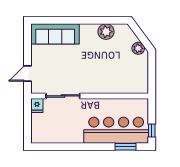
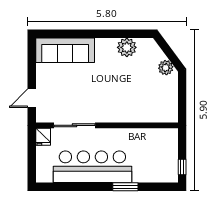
bar counter: (116, 130) -> (92, 167), moved
window: (125, 147) -> (125, 187), moved

